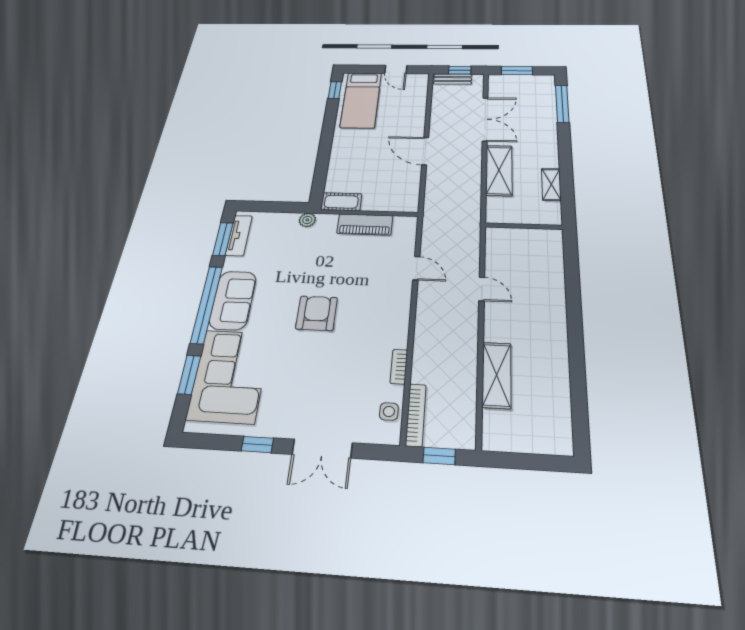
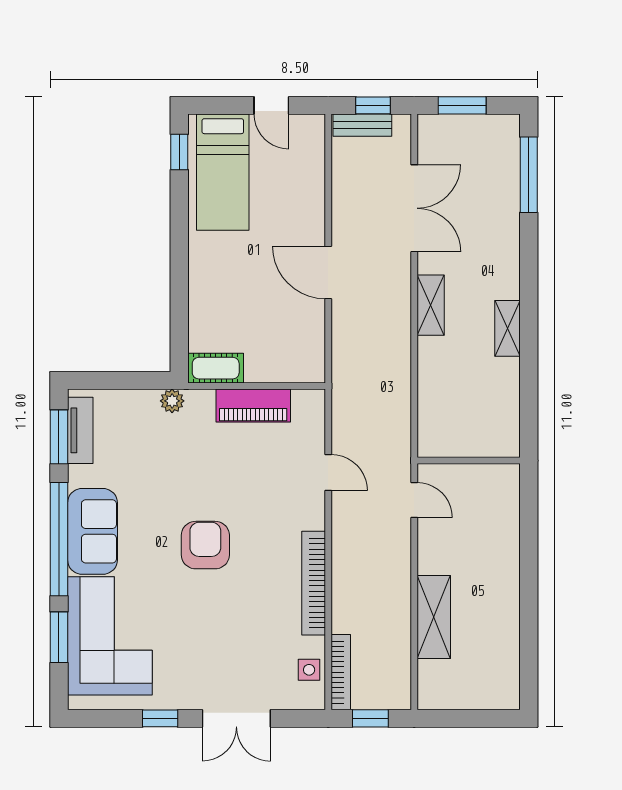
shelving: (499, 170) -> (431, 305), width x0.67, depth x0.75
wall: (524, 226) -> (469, 461), moved
bookcase: (399, 367) -> (314, 583), width x2.31, depth x1.31

